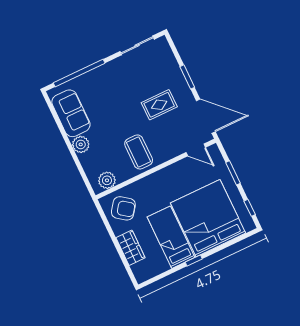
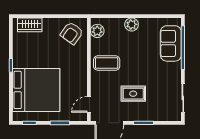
rug: (159, 105) -> (133, 94), turned 90
sofa: (71, 113) -> (171, 43), moved, turned 90
bed: (171, 237) -> (35, 57), removed
wardrobe: (130, 248) -> (30, 25), moved

